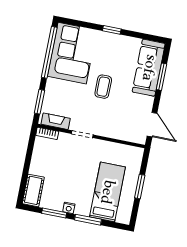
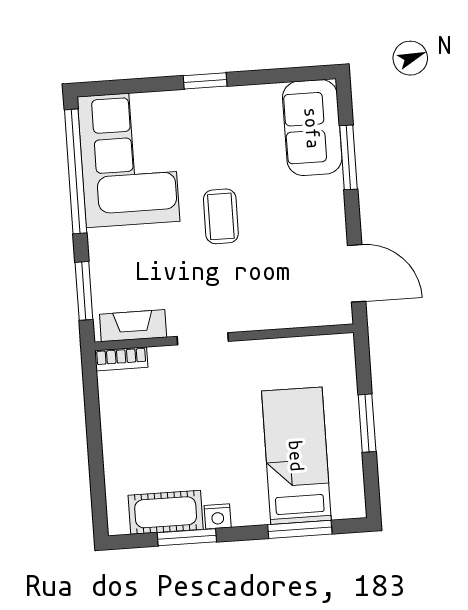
sofa: (149, 68) -> (312, 128), width x0.73
cot: (33, 190) -> (166, 512), moved, turned 90
window: (88, 220) -> (300, 529), moved

